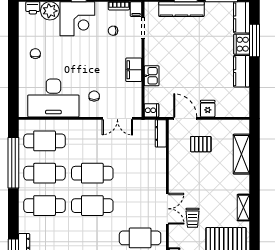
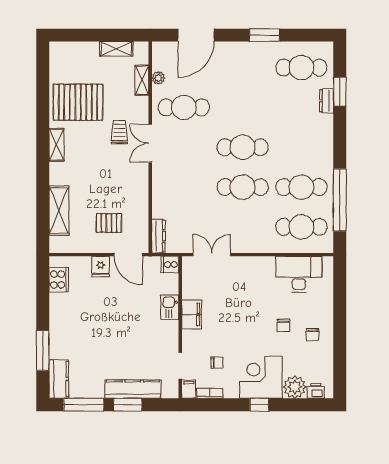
cooker: (242, 44) -> (59, 280), moved
kitchen counter: (242, 71) -> (59, 313), removed
chair: (94, 96) -> (284, 325), moved
desk: (53, 98) -> (299, 274), width x0.73, depth x0.77
cafe table: (45, 206) -> (301, 147), removed

